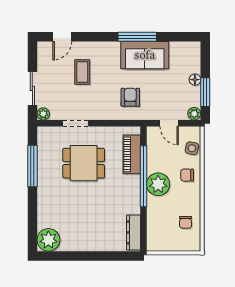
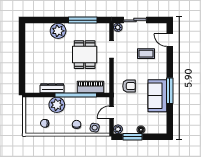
plant: (158, 184) -> (57, 105), moved
dresser: (134, 232) -> (52, 88), moved
plant: (48, 240) -> (58, 31), moved

